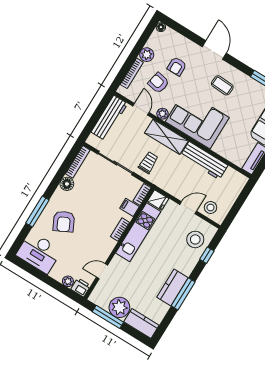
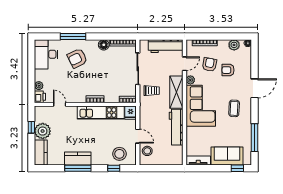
plant: (147, 55) -> (234, 45), moved
filing cabinet: (130, 207) -> (114, 97), removed
window: (108, 317) -> (31, 127), width x0.46

